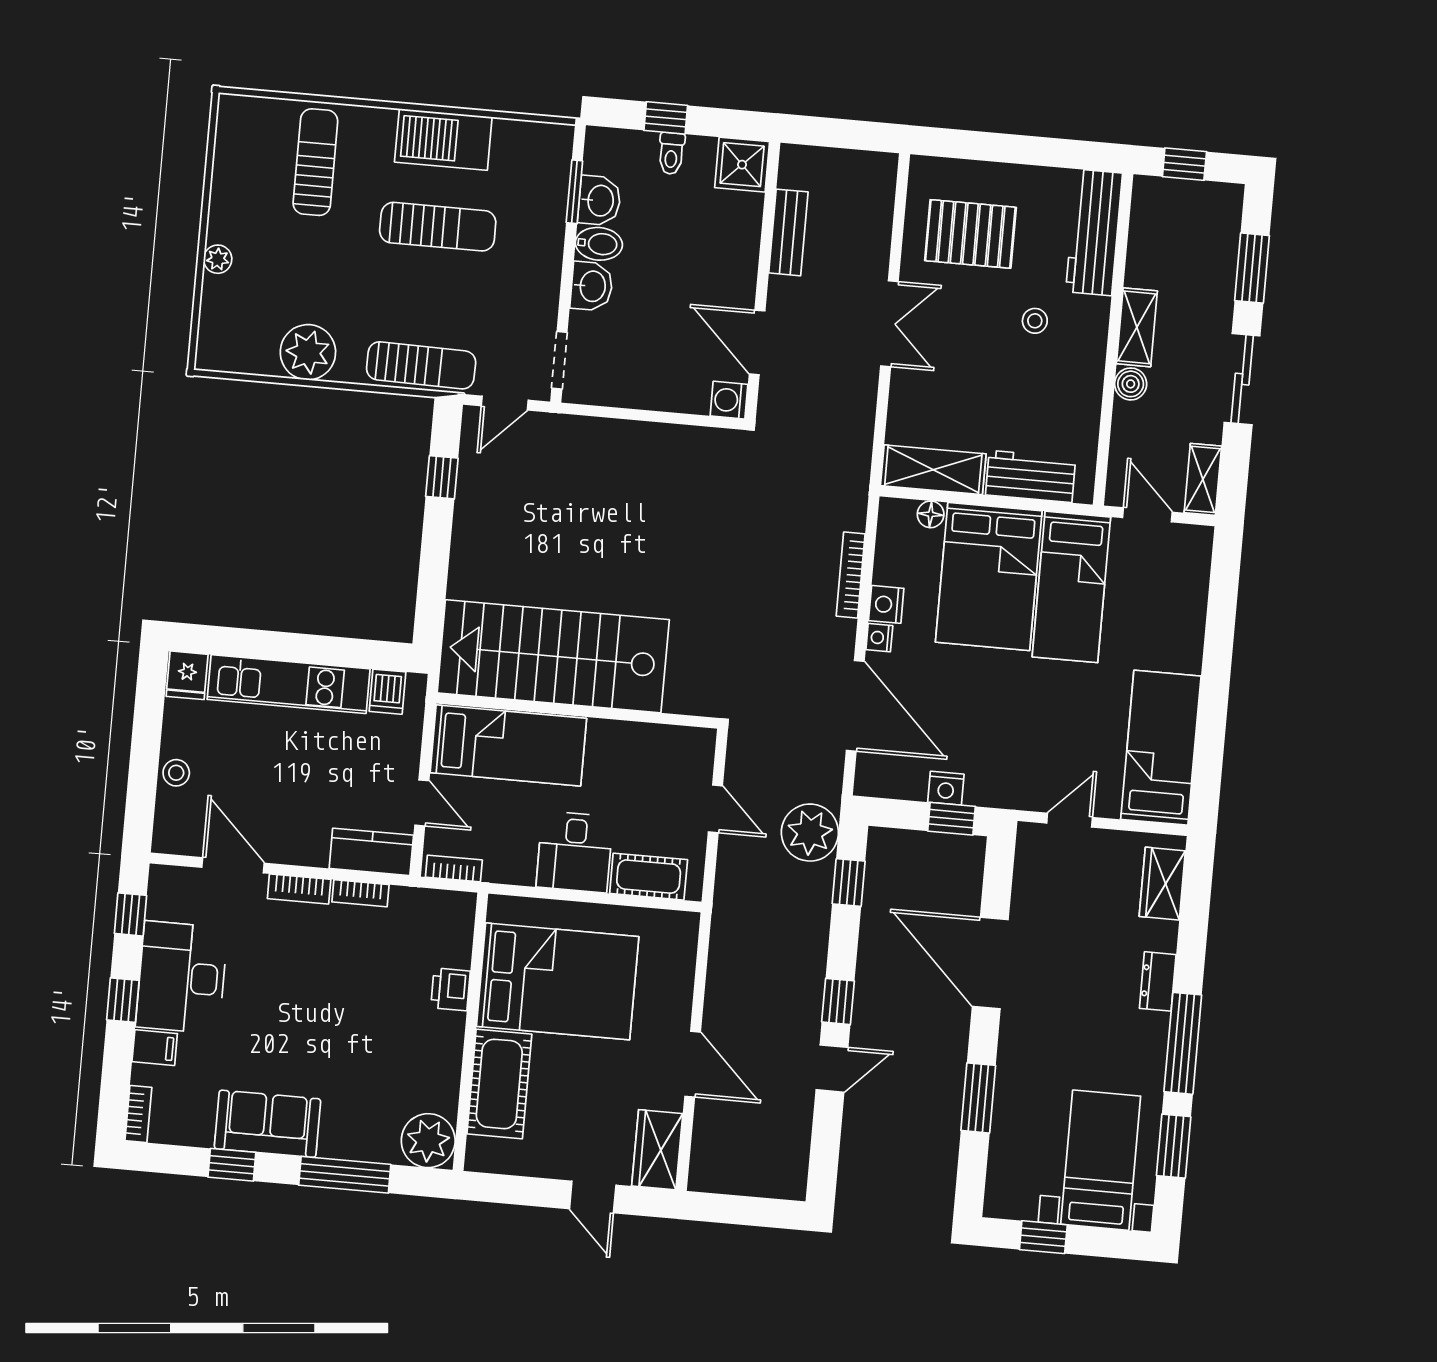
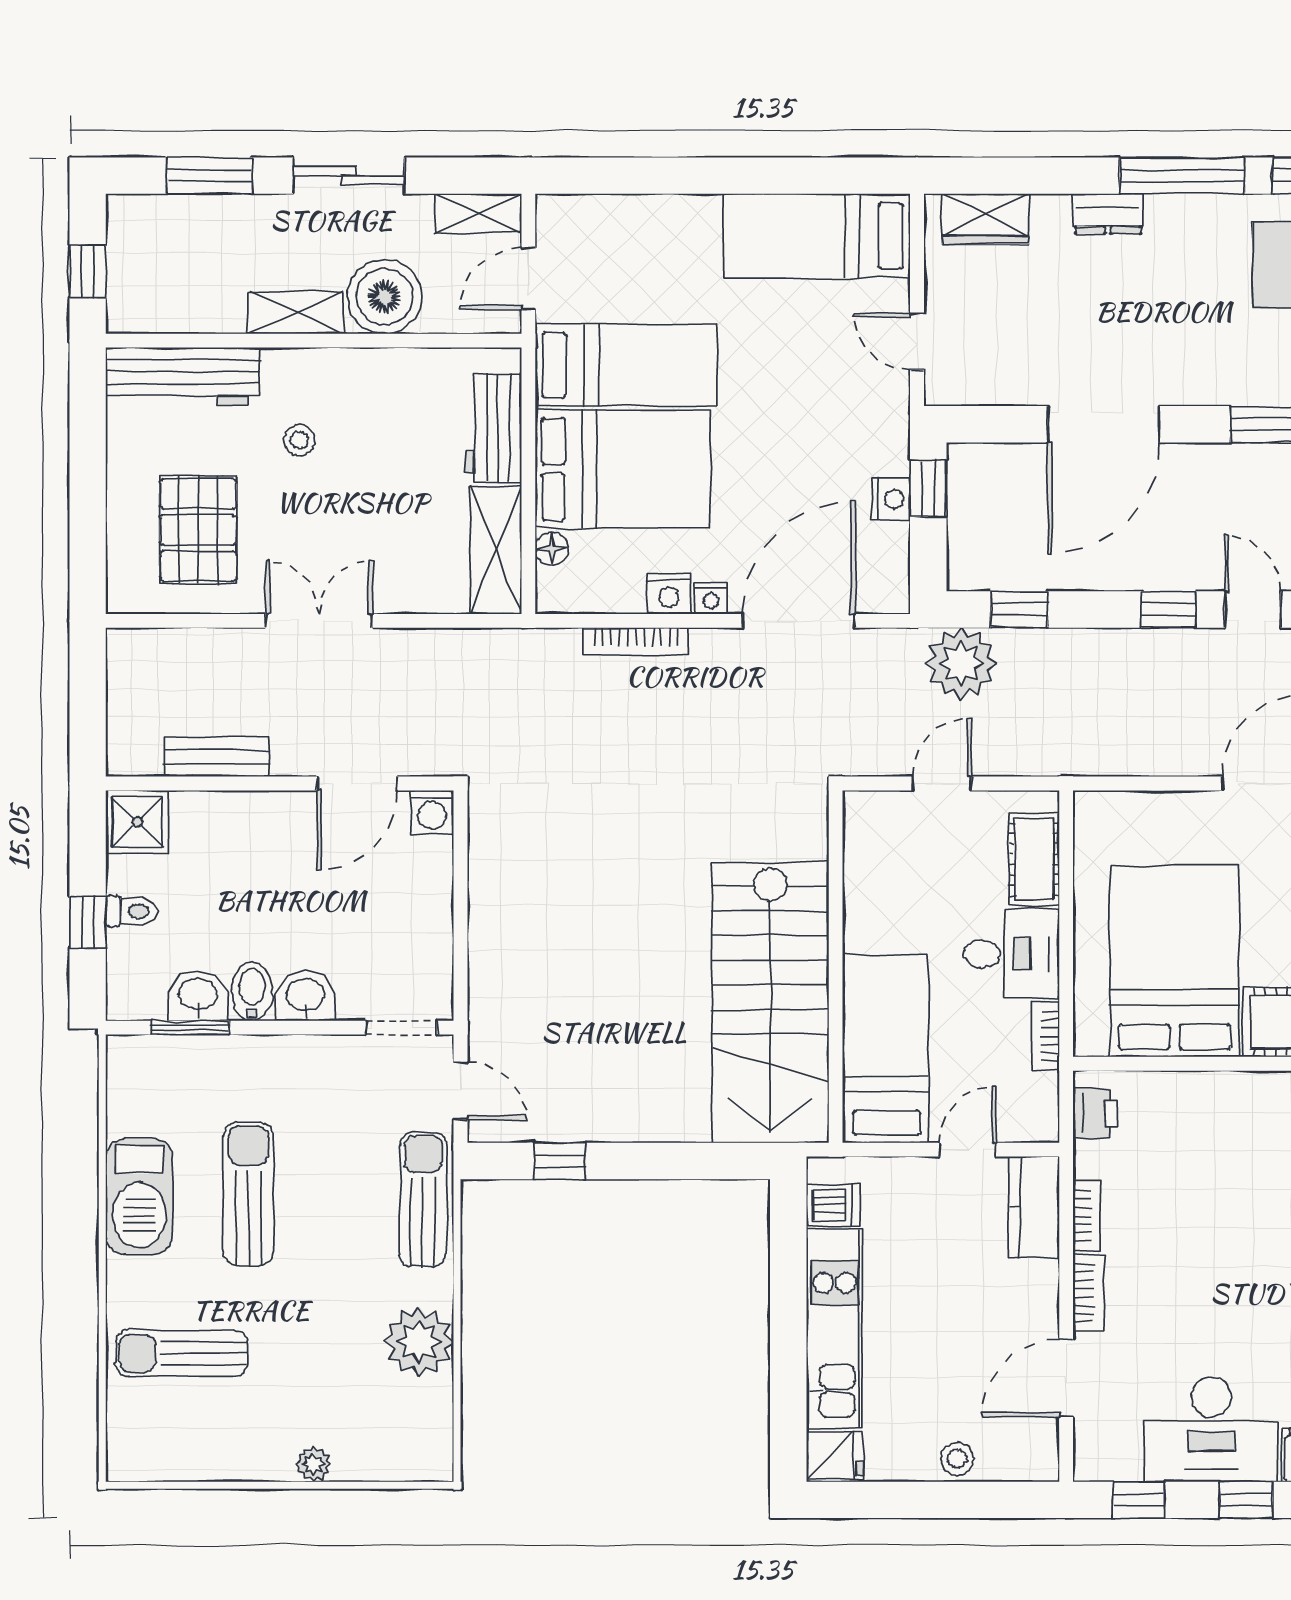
boiler: (1131, 384) -> (384, 297), width x1.86, depth x1.86
bookcase: (454, 868) -> (1046, 1037), moved
printer: (450, 989) -> (1096, 1113), moved, turned -90

